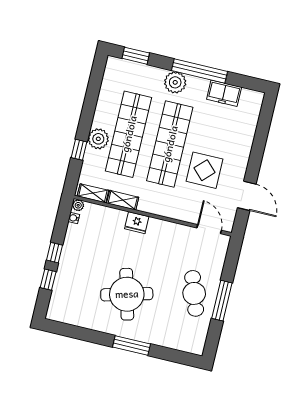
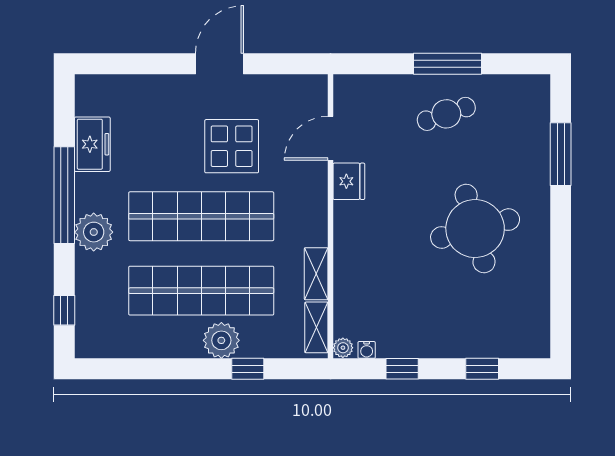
window: (136, 56) -> (64, 310), width x0.67
door: (247, 196) -> (219, 64), moved
fridge: (137, 223) -> (349, 181), moved
door: (209, 229) -> (331, 138), moved
window: (55, 253) -> (402, 369), moved
cafe table: (194, 293) -> (446, 114), width x0.73, depth x0.74
window: (132, 345) -> (561, 154), moved

